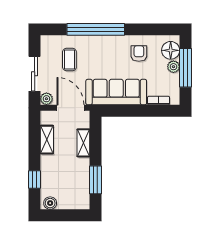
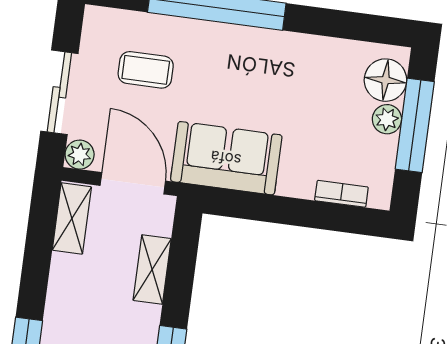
armchair: (139, 53) -> (310, 78), removed
coffee table: (69, 59) -> (146, 70), turned 90
sofa: (116, 92) -> (226, 158), width x0.73
shelving: (47, 140) -> (72, 218), moved

